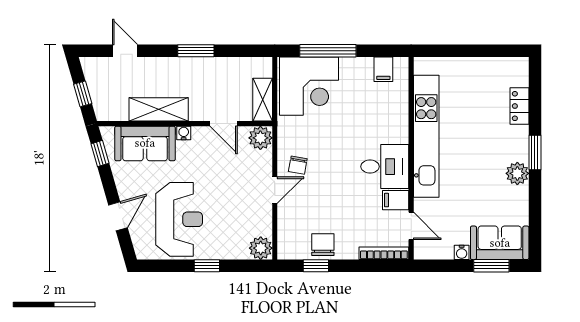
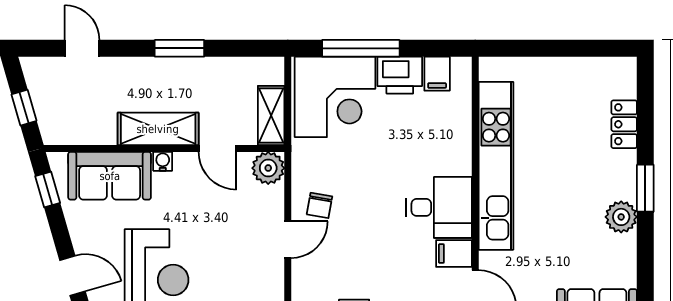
printer: (356, 70) -> (400, 75), added
shelving: (159, 109) -> (158, 129), moved
door: (118, 216) -> (73, 276), hinge flipped

